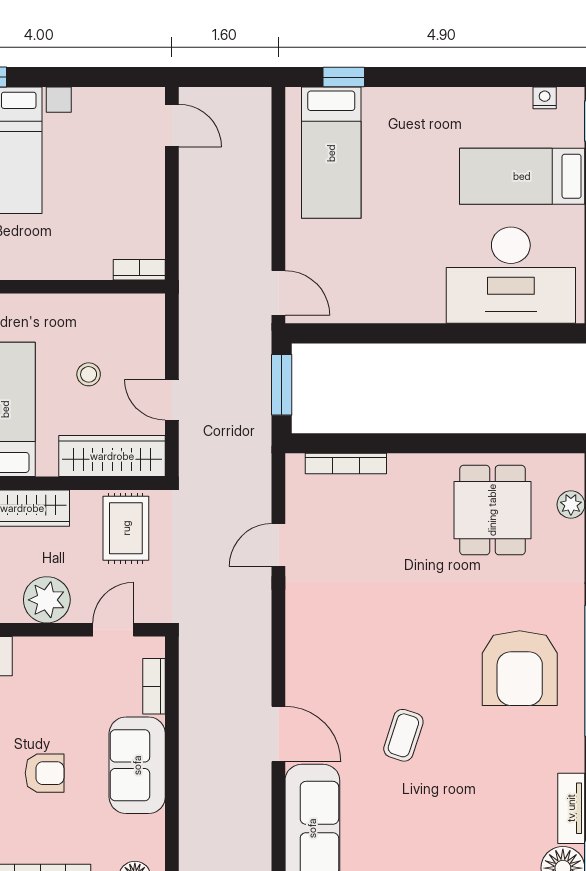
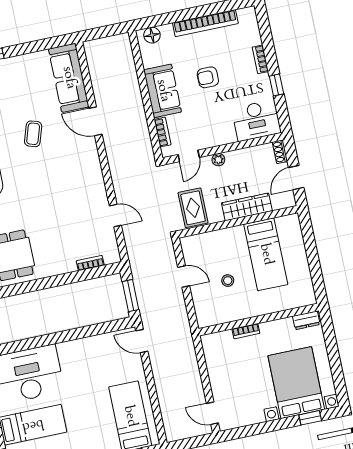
bookcase: (139, 270) -> (246, 331), moved
wardrobe: (112, 456) -> (208, 242), removed
bookcase: (346, 464) -> (90, 263), width x0.64
door: (278, 545) -> (115, 216), hinge flipped
plant: (47, 600) -> (218, 160), width x0.53, depth x0.53

